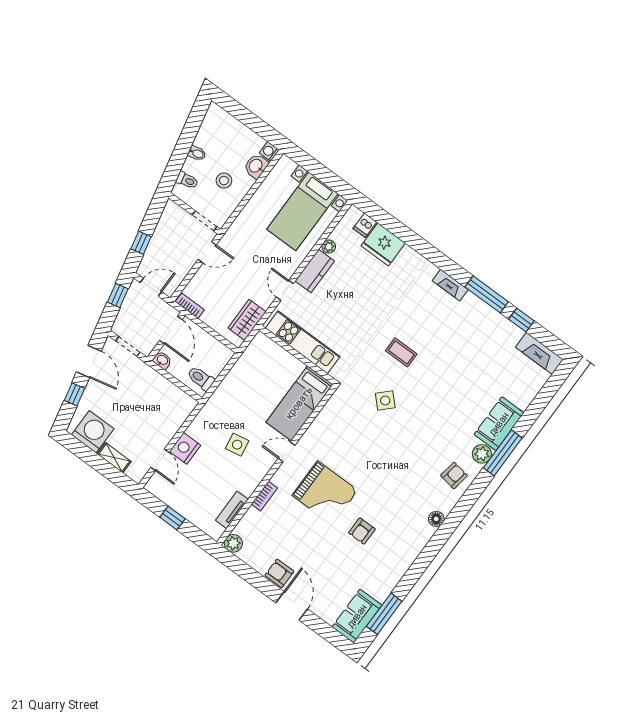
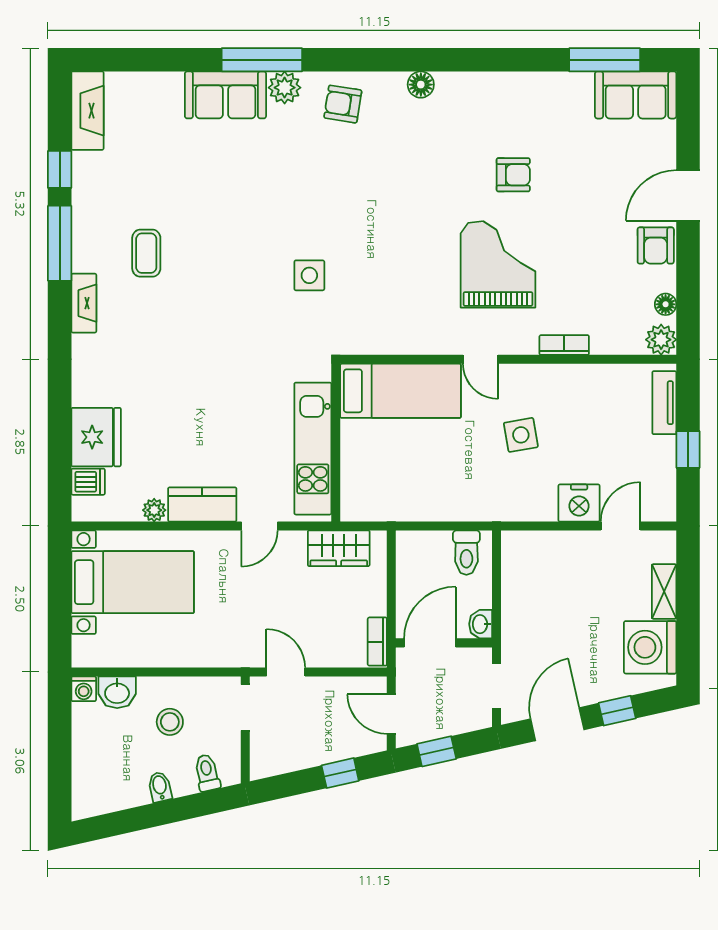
coffee table: (401, 352) -> (146, 253), moved
side table: (385, 401) -> (309, 275), turned 45
tv unit: (232, 510) -> (664, 403), moved, turned 90
floor lamp: (248, 558) -> (666, 304), added

